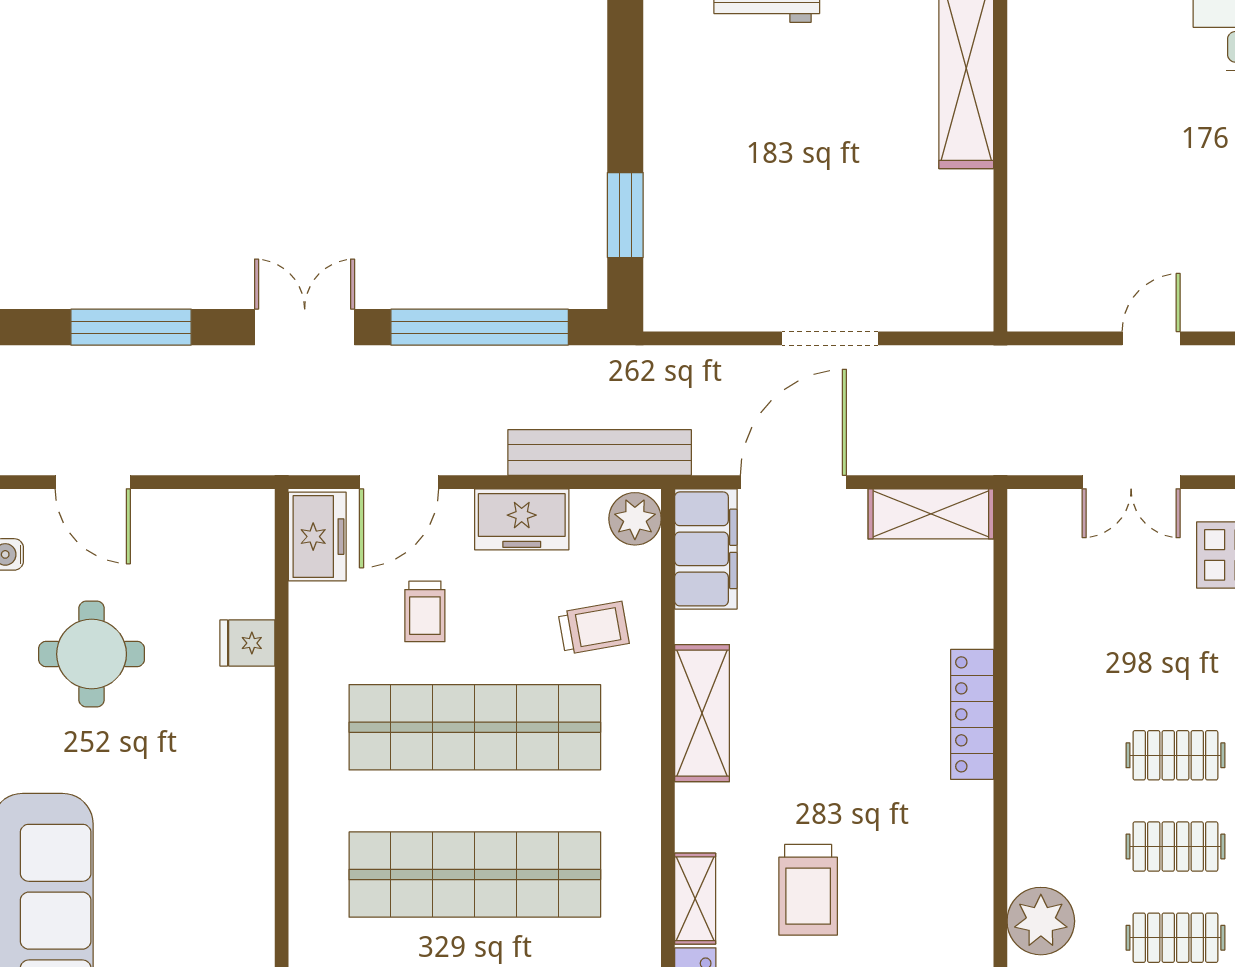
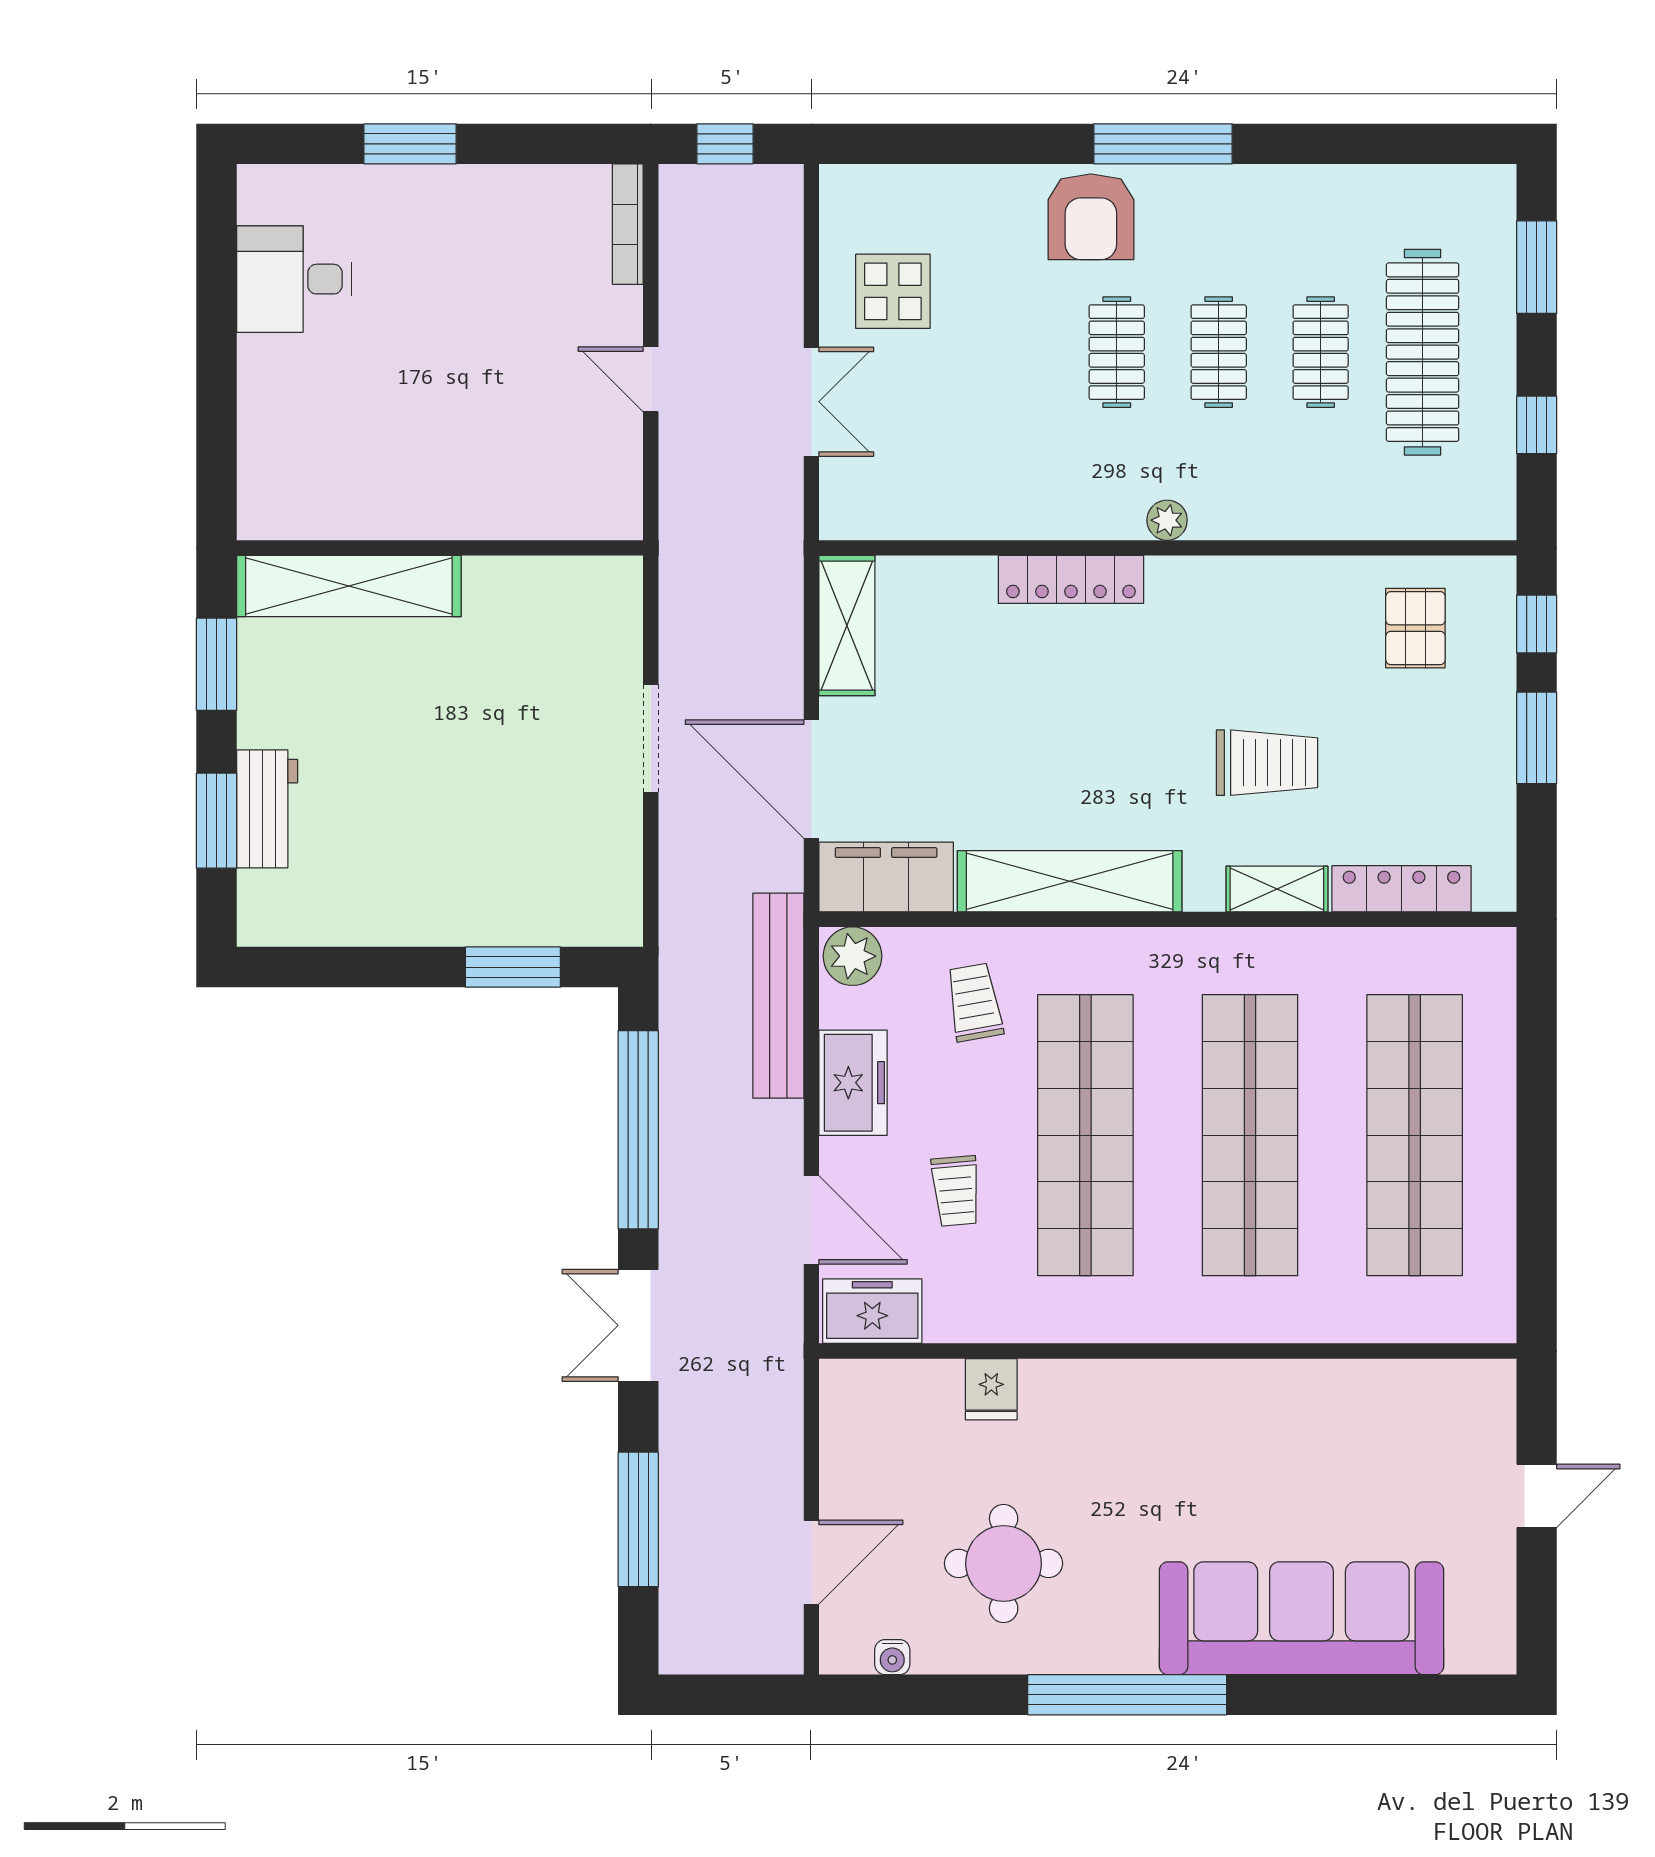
trolley: (425, 611) -> (956, 1191), turned 85
shelving: (702, 713) -> (1070, 881), width x1.47
plant: (1041, 921) -> (1167, 520), moved, width x0.53, depth x0.53

